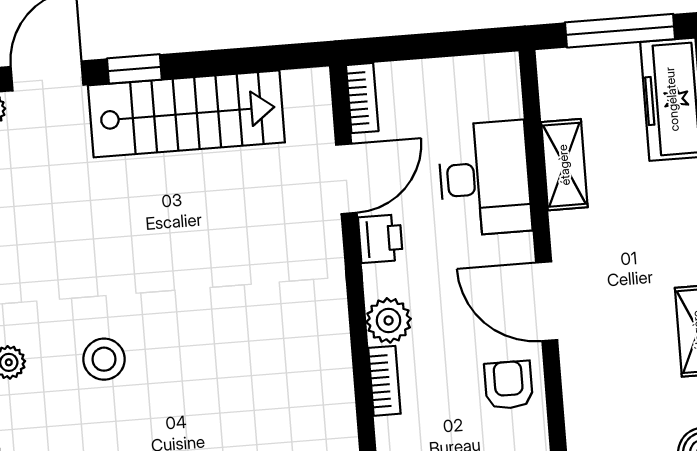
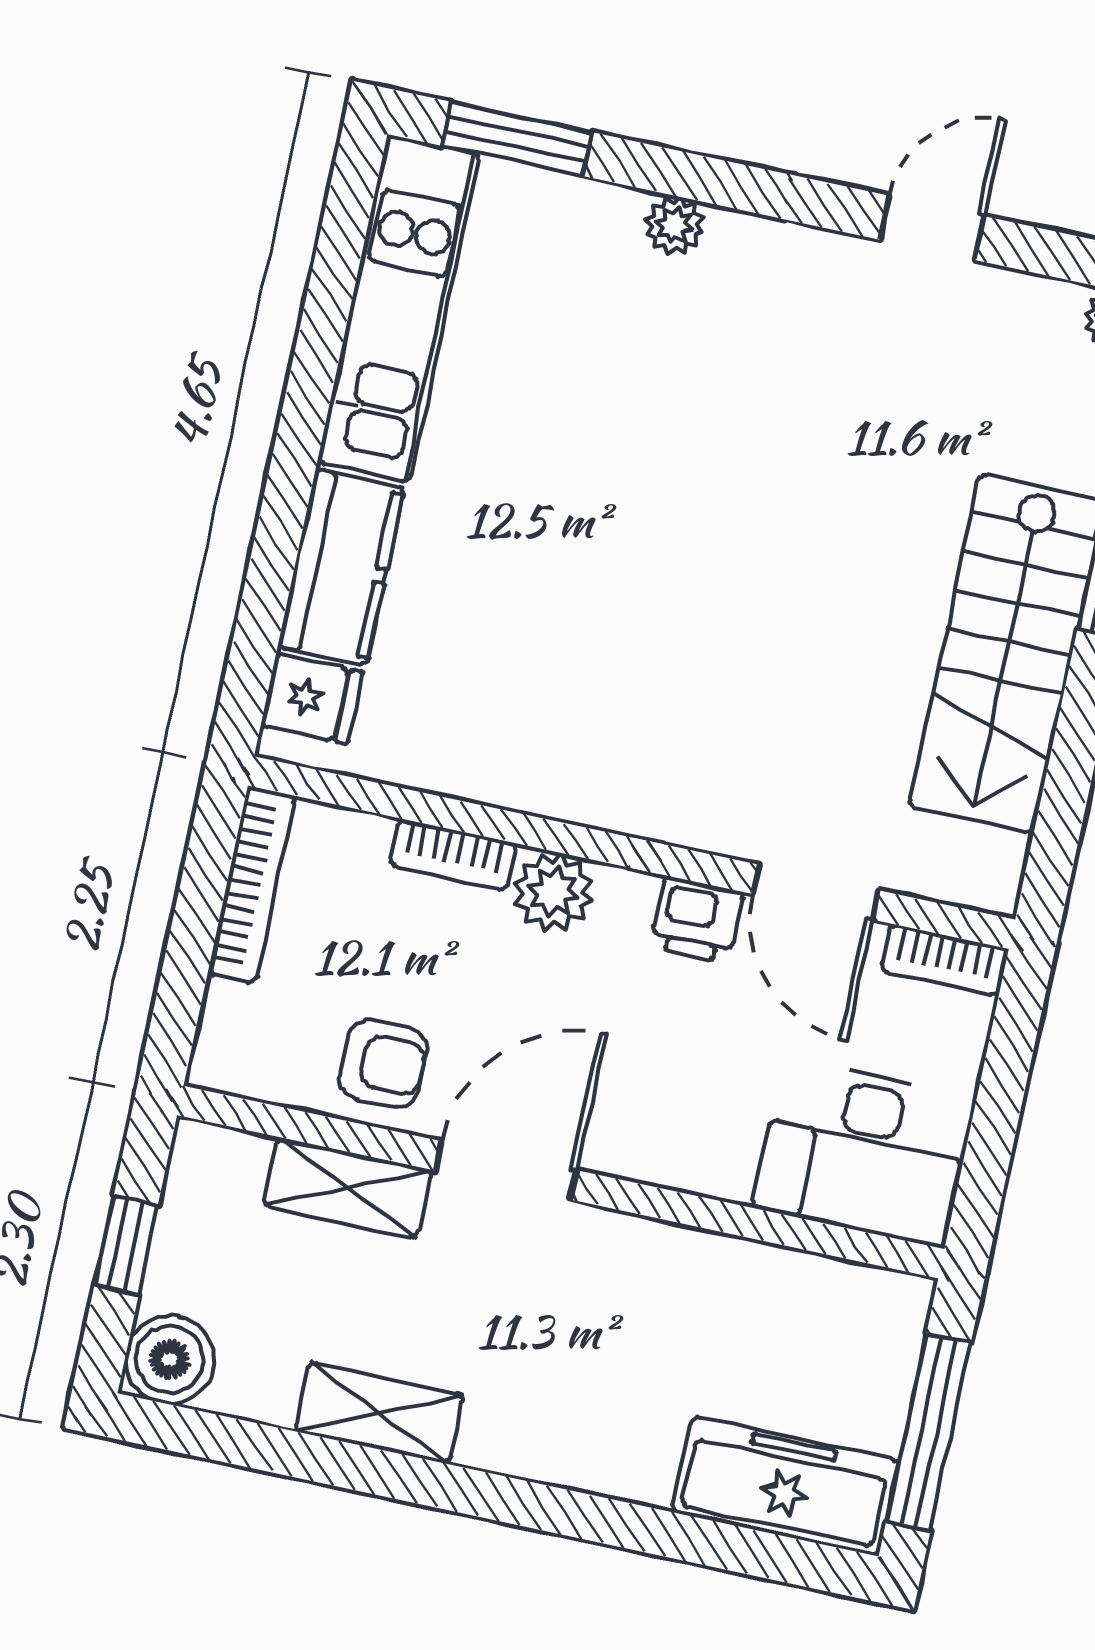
shelving: (564, 165) -> (348, 1188), moved
desk: (485, 178) -> (864, 1153), moved
stool: (104, 359) -> (632, 389), removed

